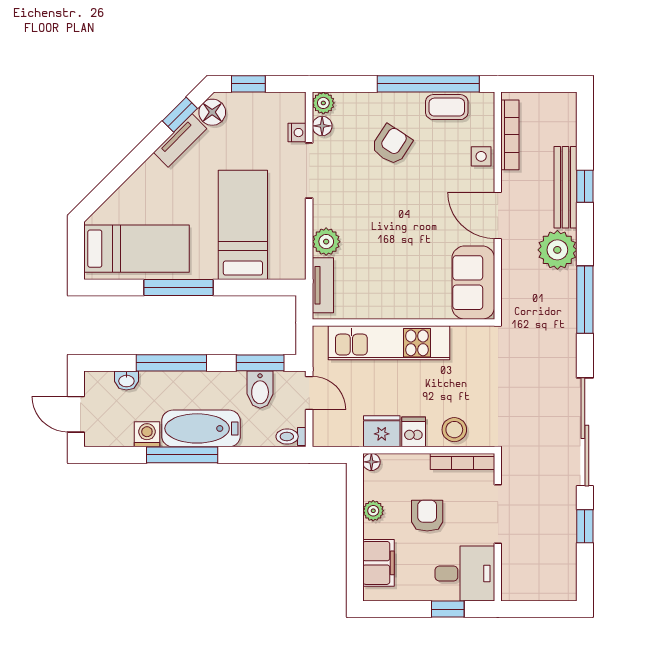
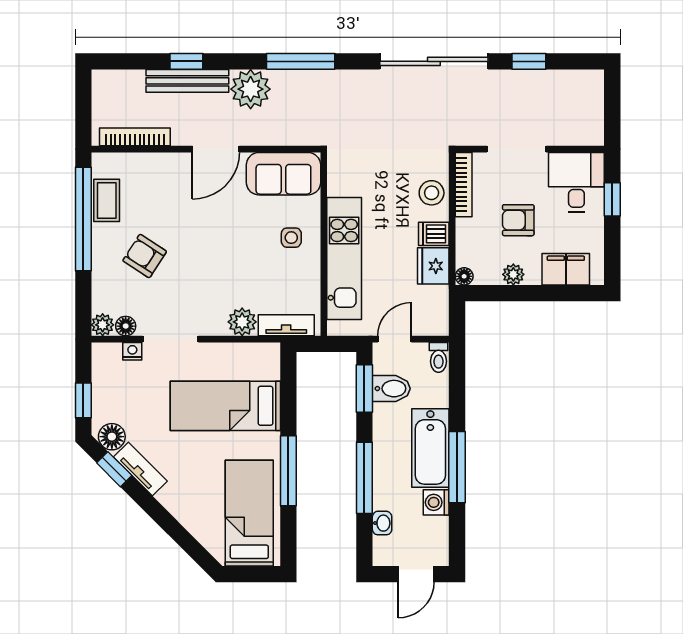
side table: (481, 156) -> (291, 238), moved

